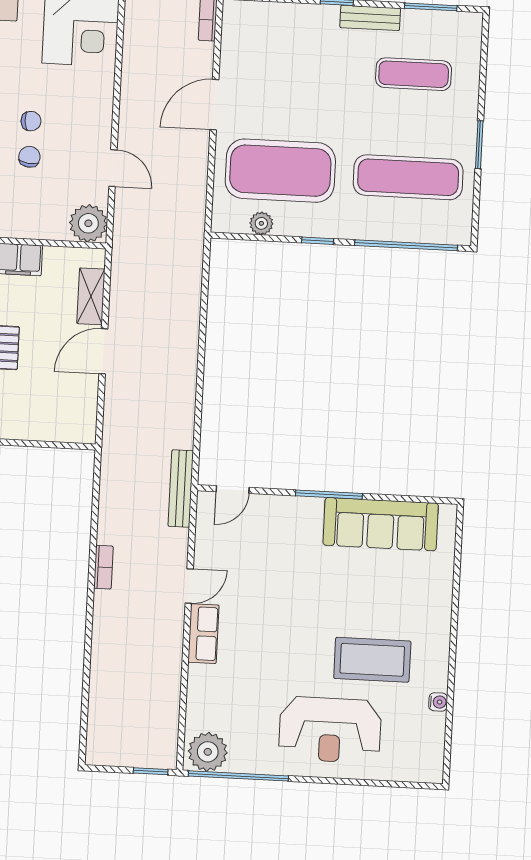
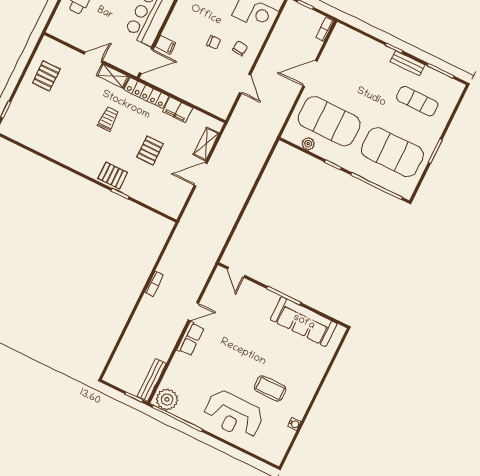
chair: (29, 157) -> (240, 48), moved
exercise mat: (408, 177) -> (392, 152), width x1.47
plant: (88, 223) -> (221, 106), removed
bench: (181, 489) -> (152, 380), moved
door: (233, 490) -> (236, 272), hinge flipped
coffee table: (372, 660) -> (270, 388), width x0.73, depth x0.76

